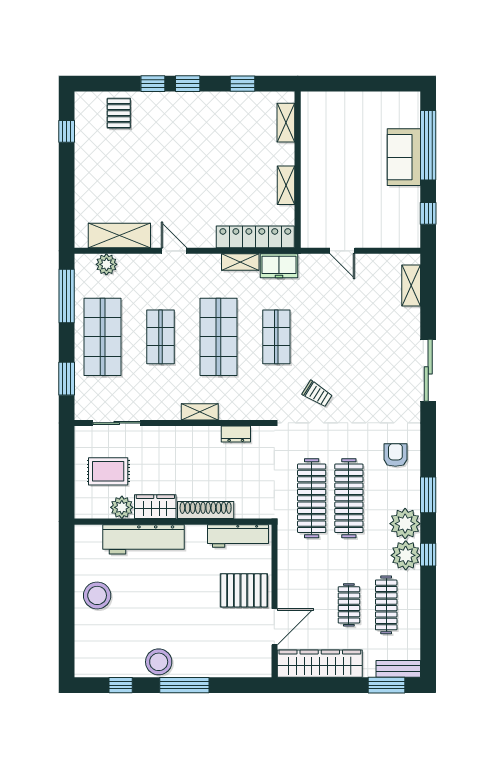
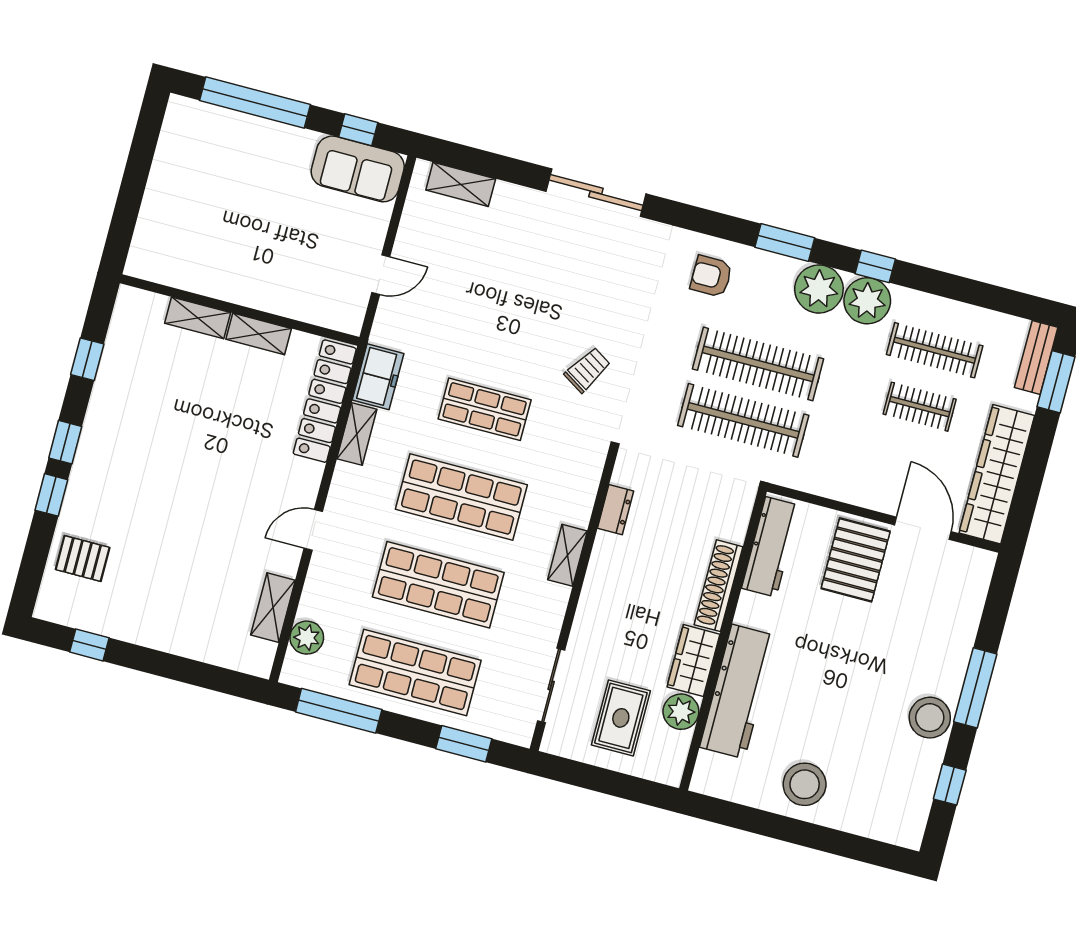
shelving: (286, 123) -> (198, 318), moved
sofa: (404, 157) -> (358, 169), moved
shelving: (119, 236) -> (273, 608), width x0.67, depth x0.75
shop shelf: (161, 337) -> (438, 585), width x1.43, depth x1.36

